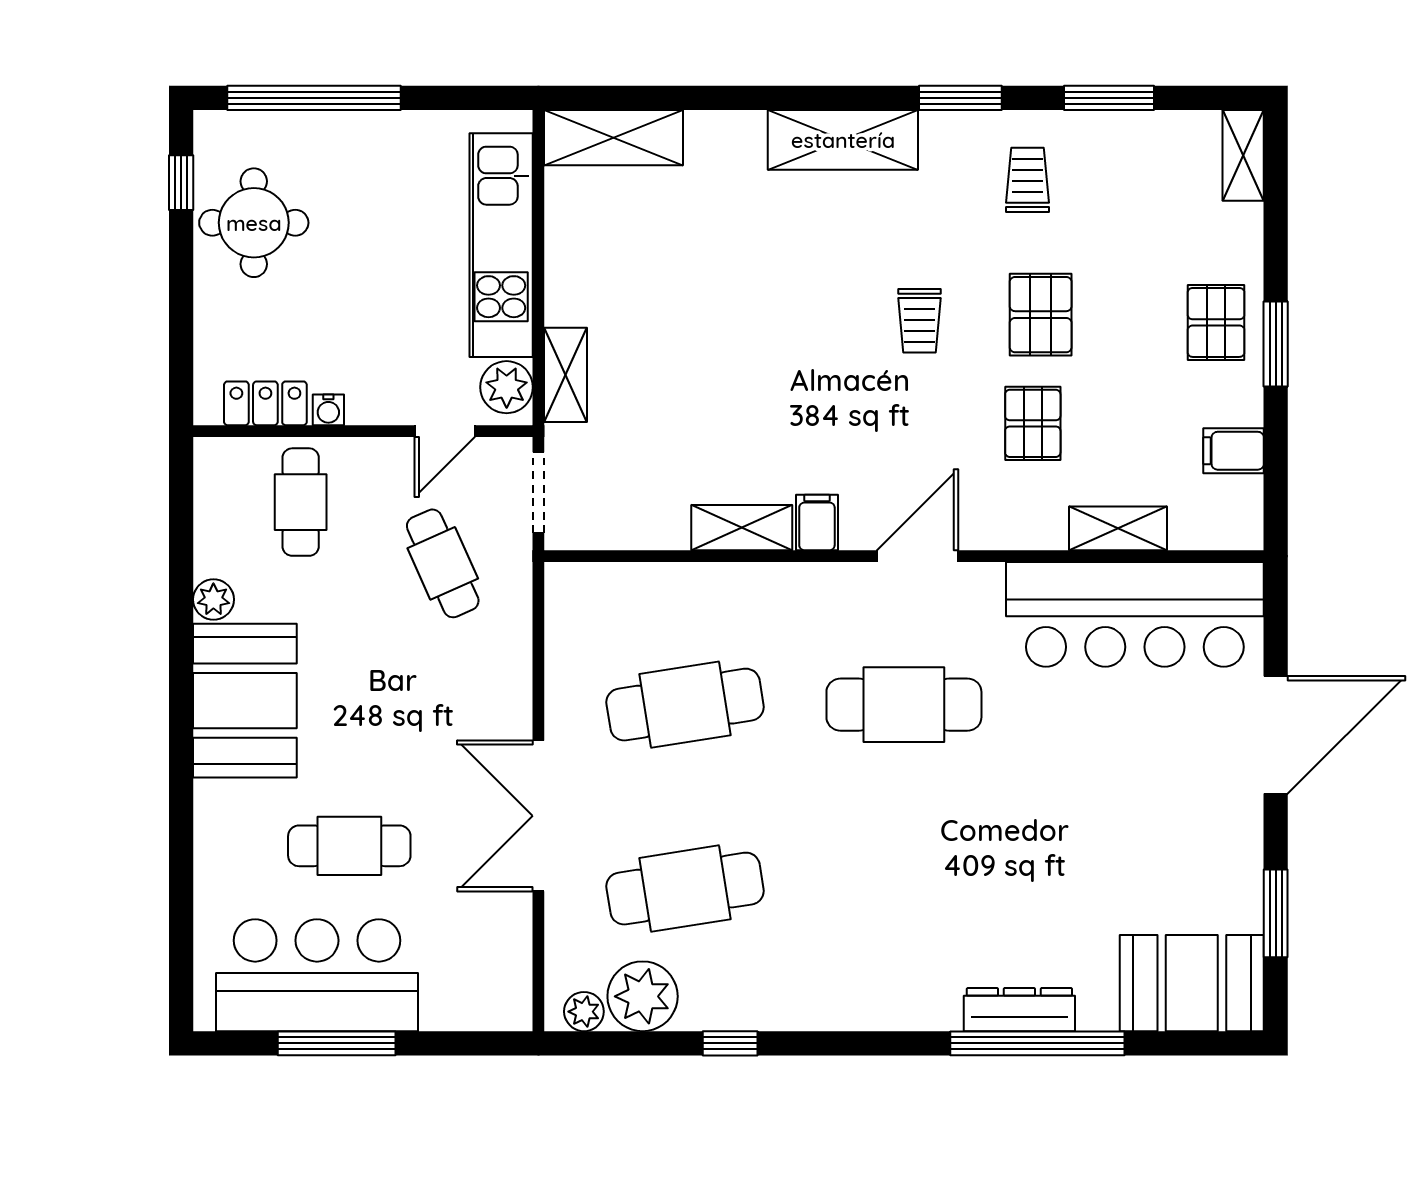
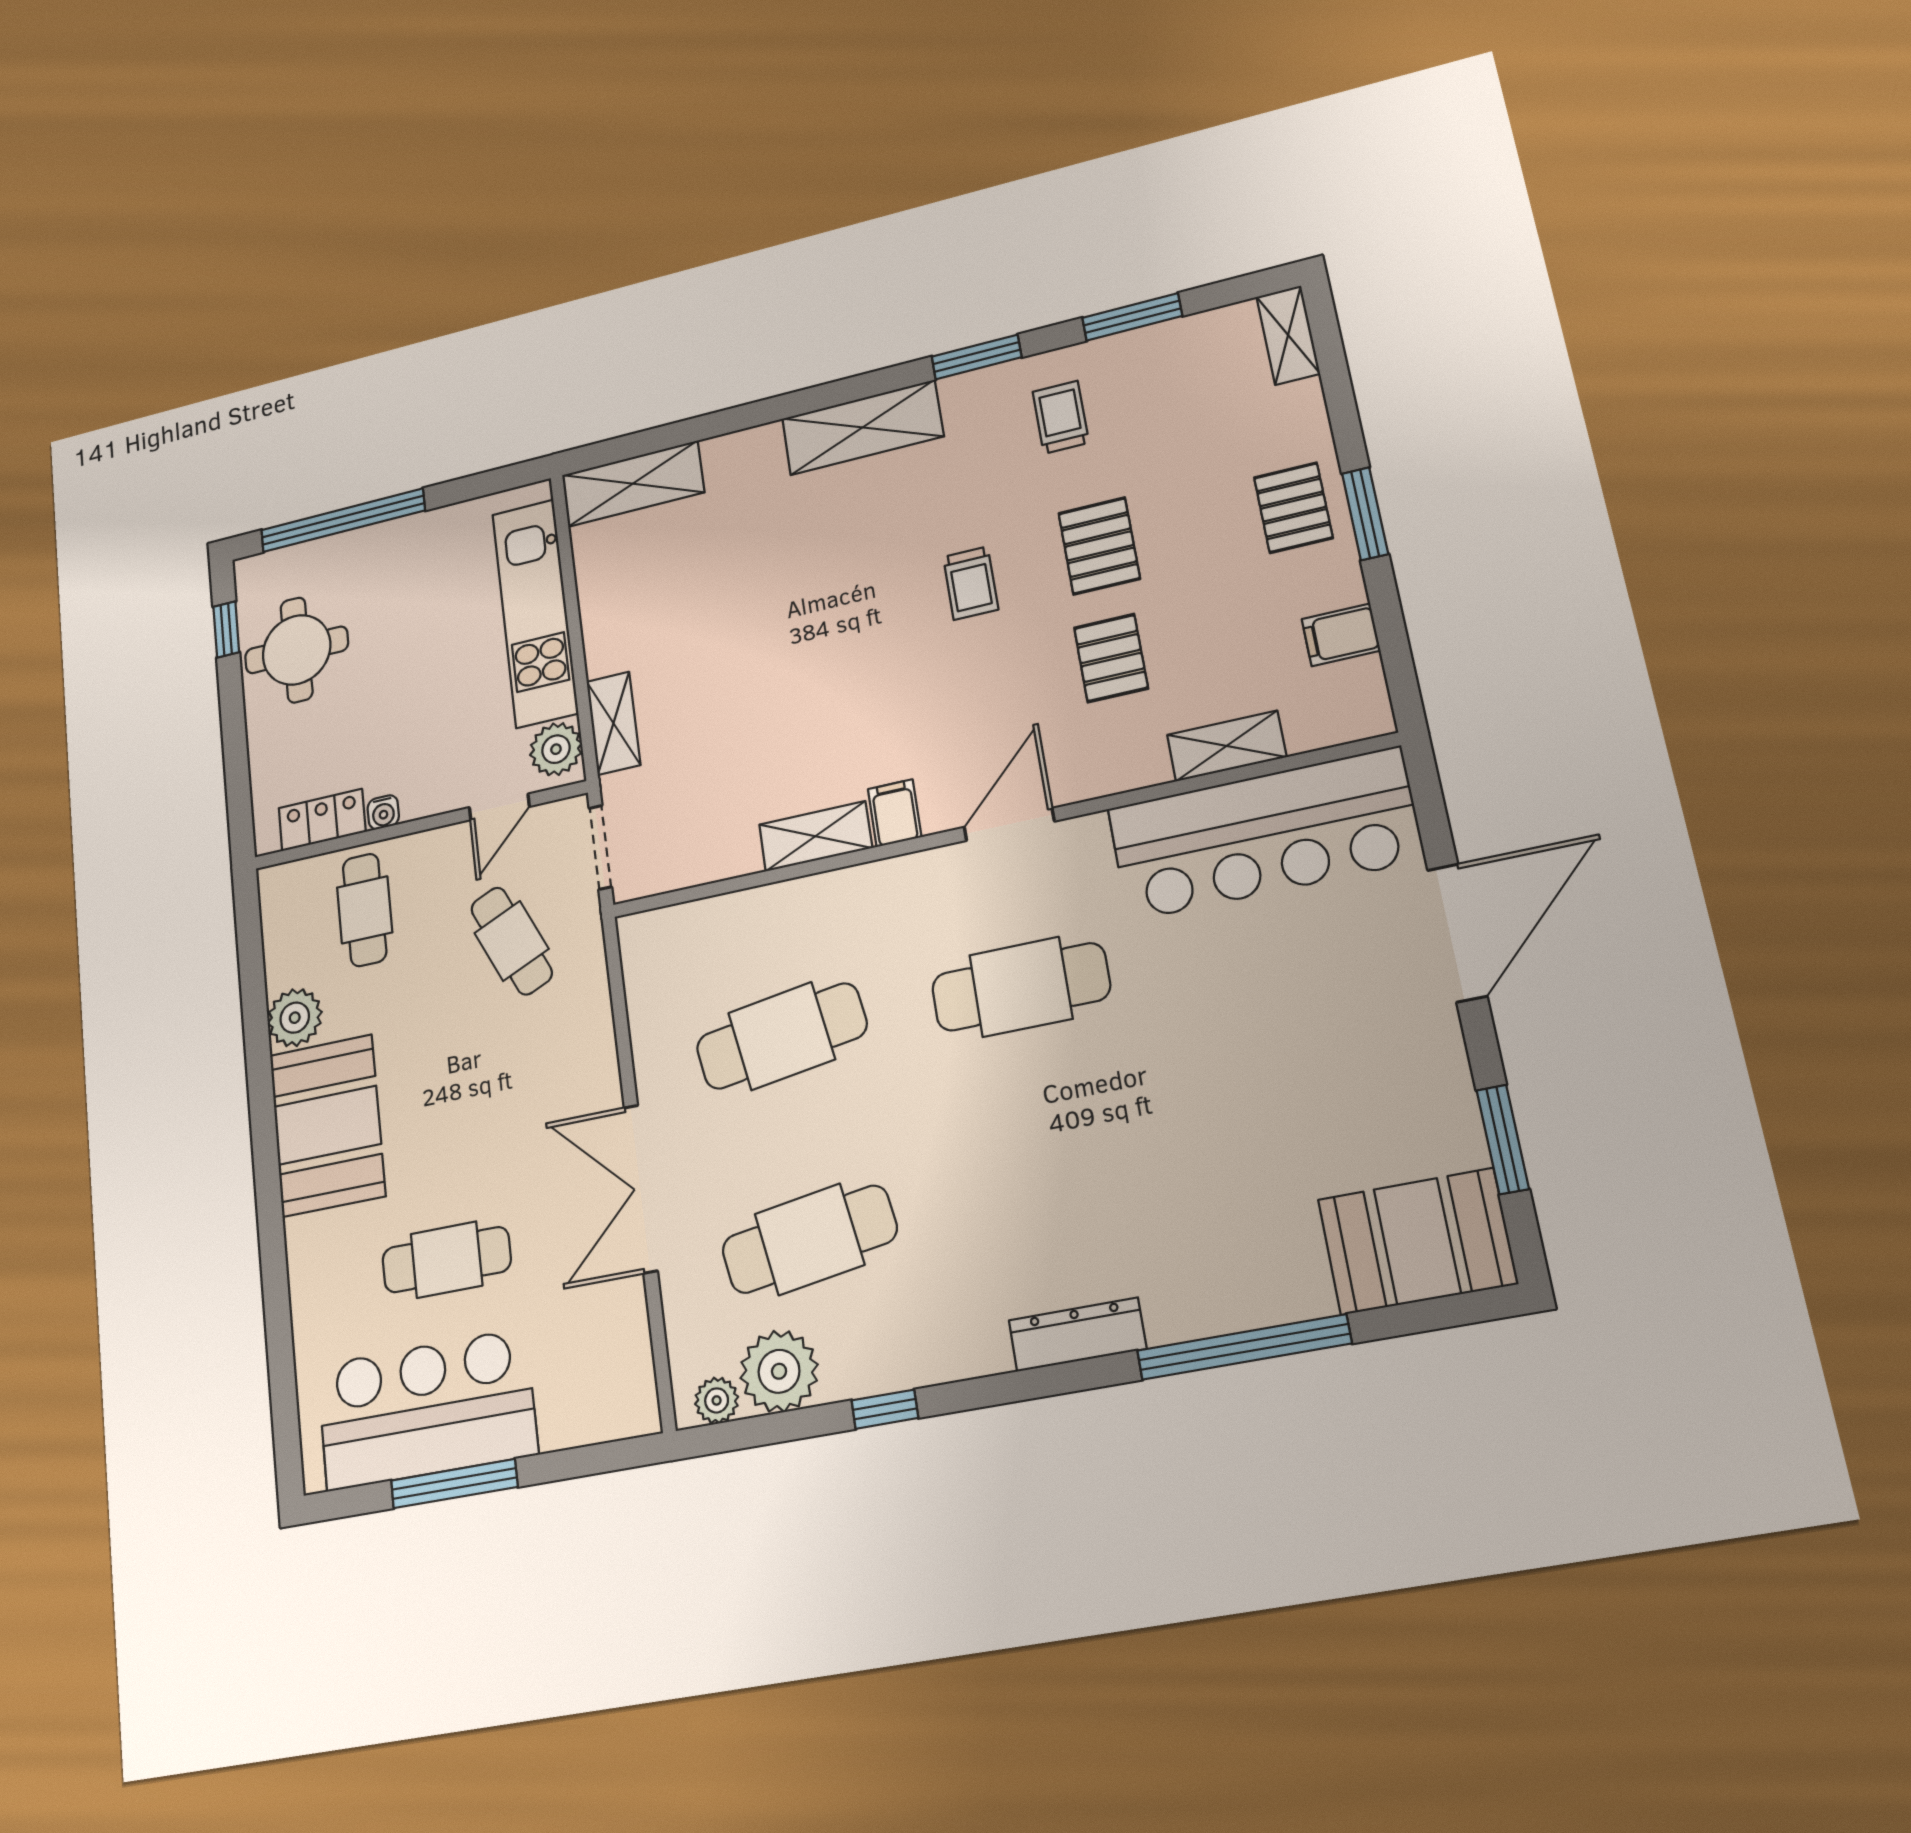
plant: (213, 599) -> (295, 1018), width x1.38, depth x1.38
dresser: (1019, 1010) -> (1077, 1335), moved

